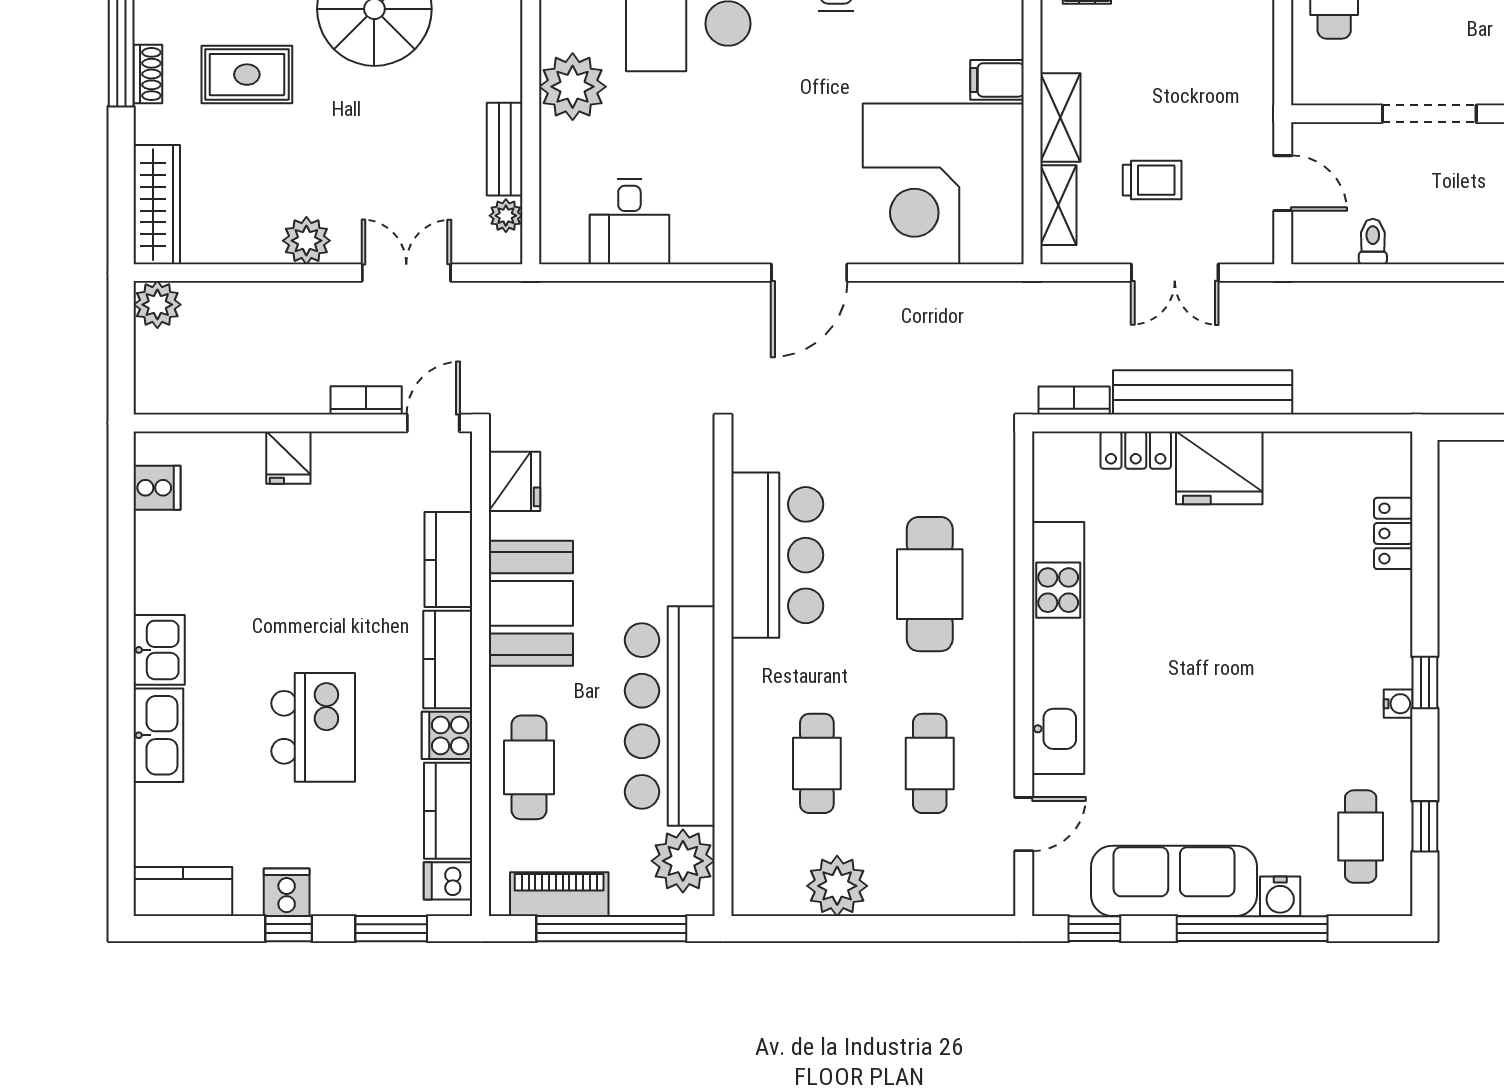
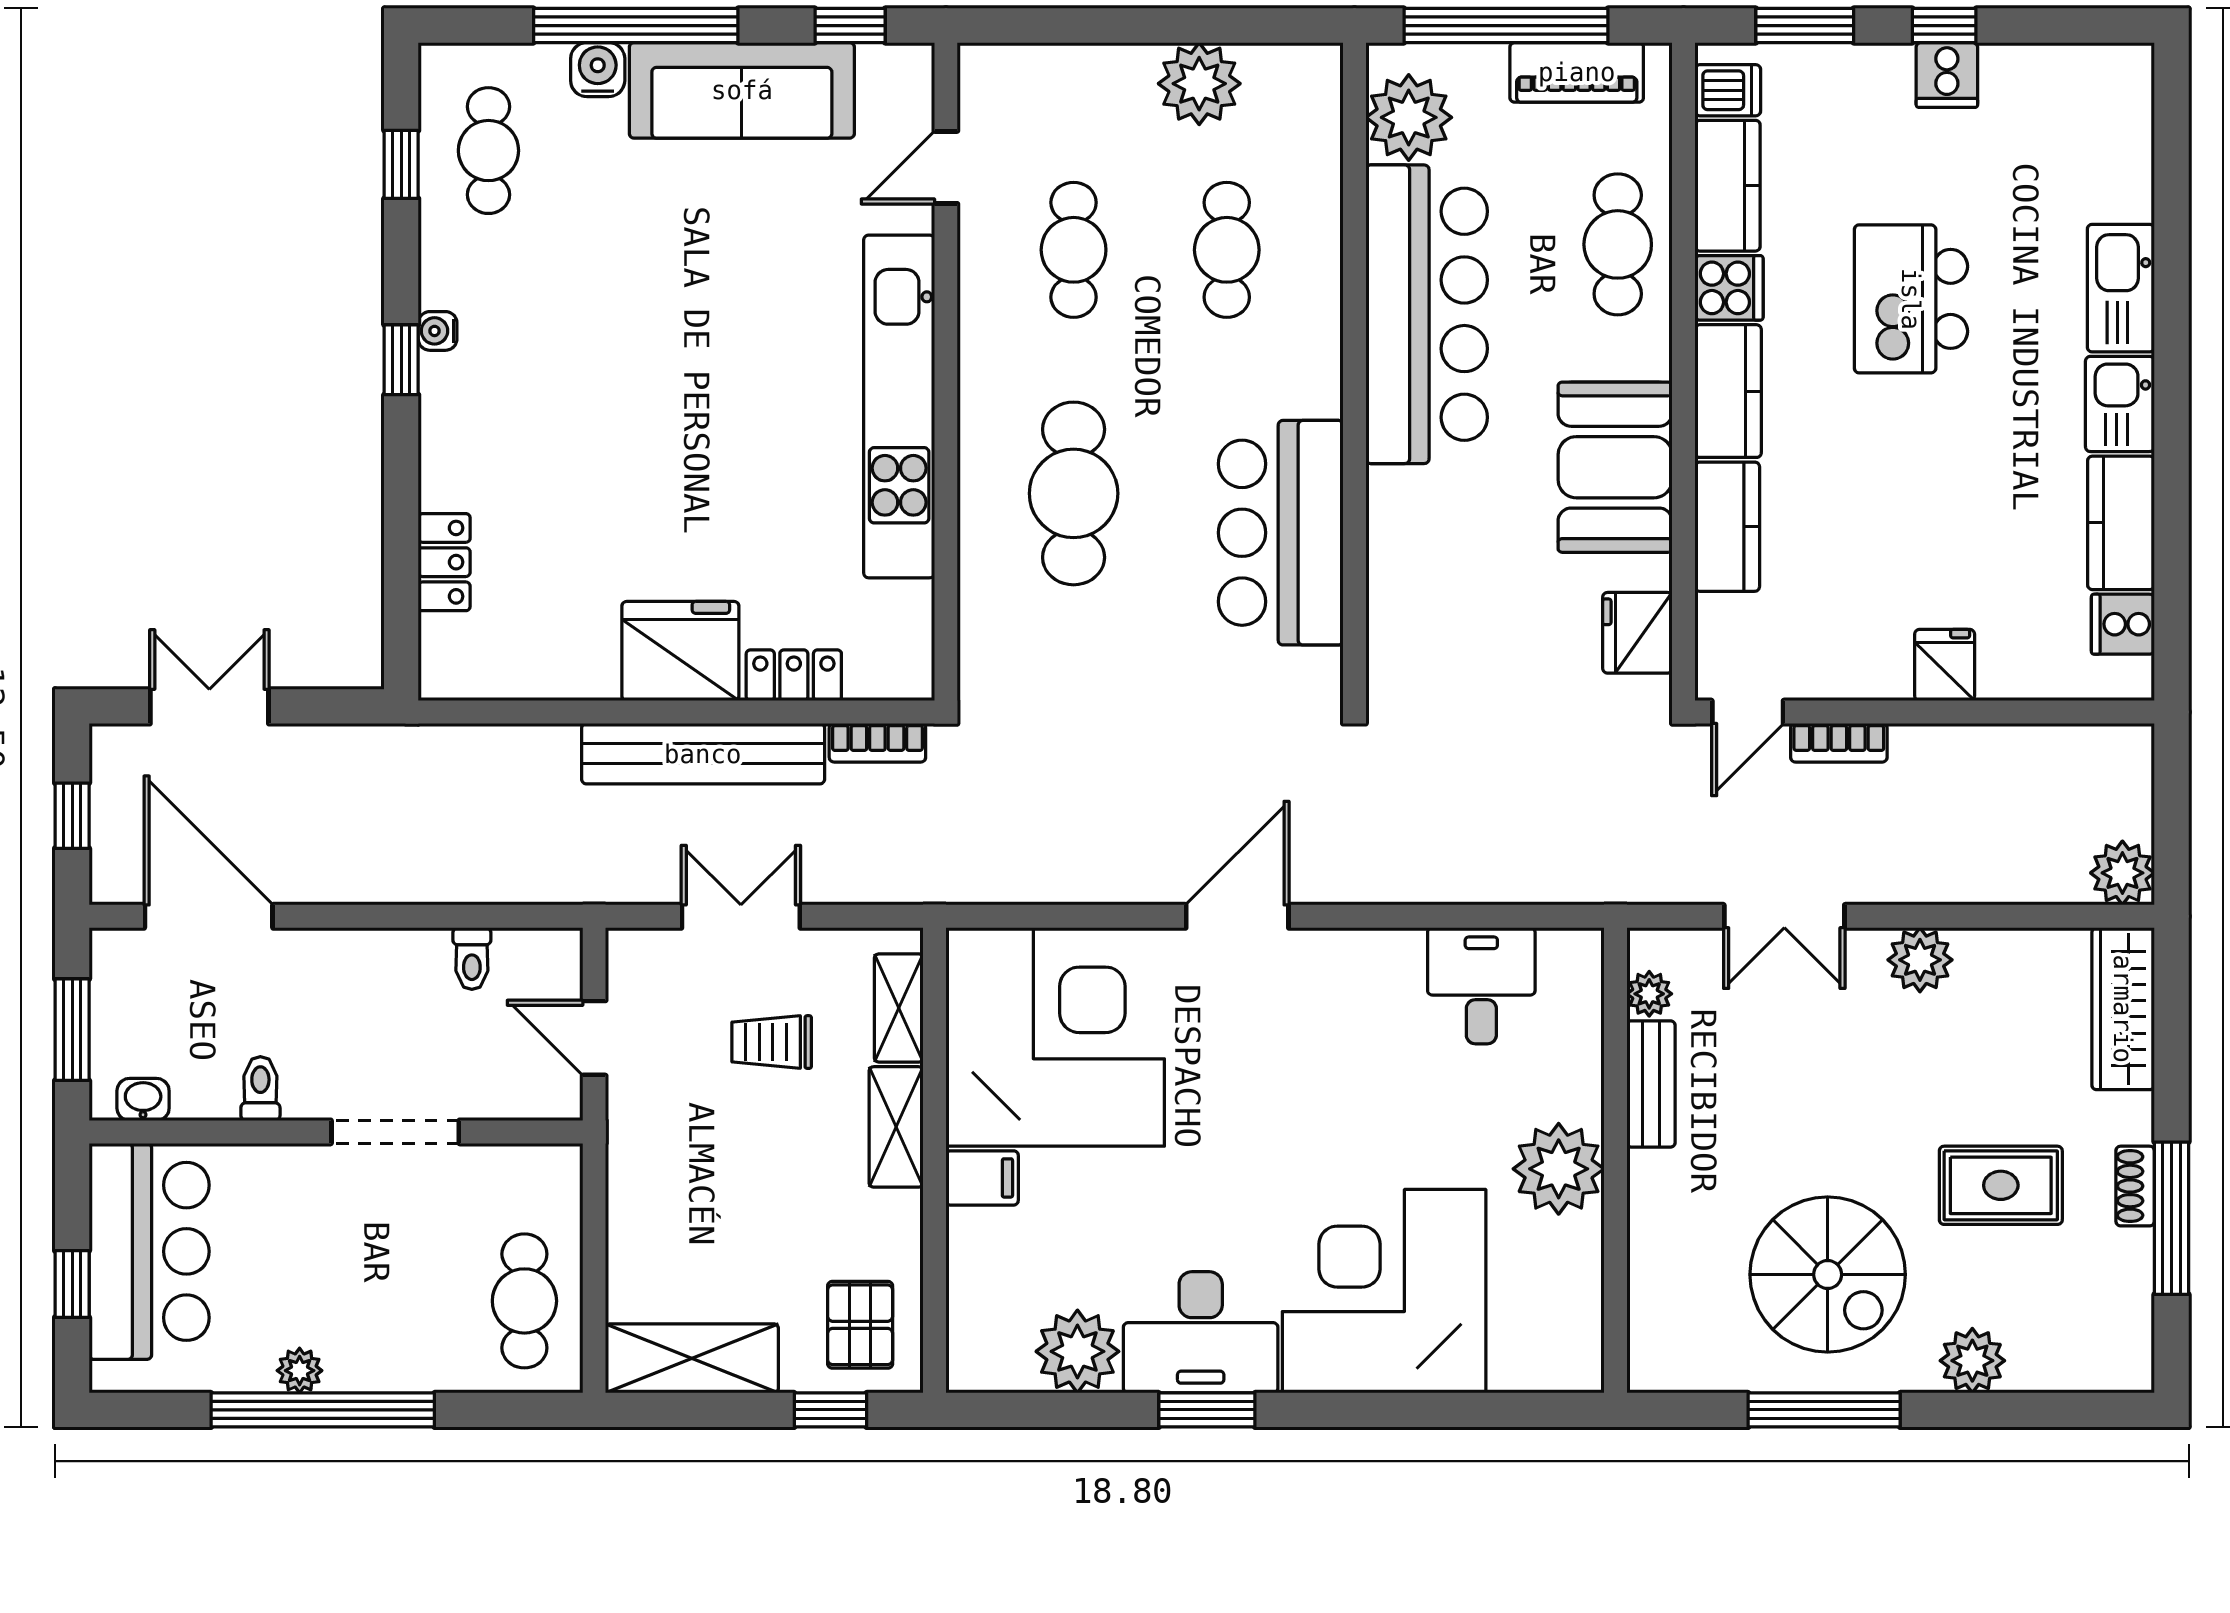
kitchen counter: (183, 891) -> (2121, 523), moved, turned 90

